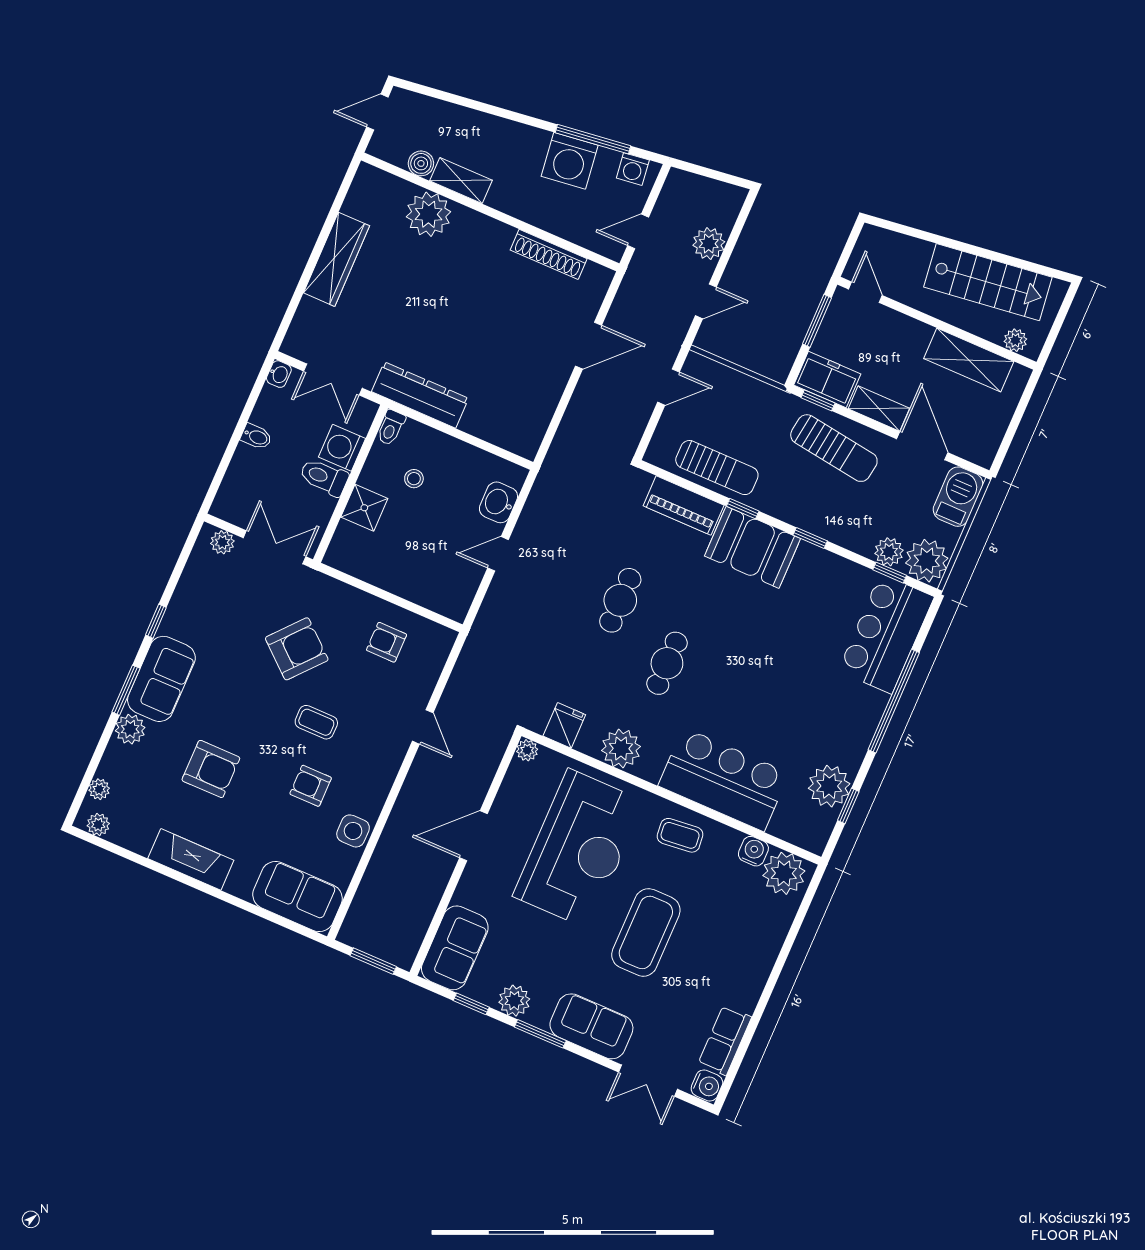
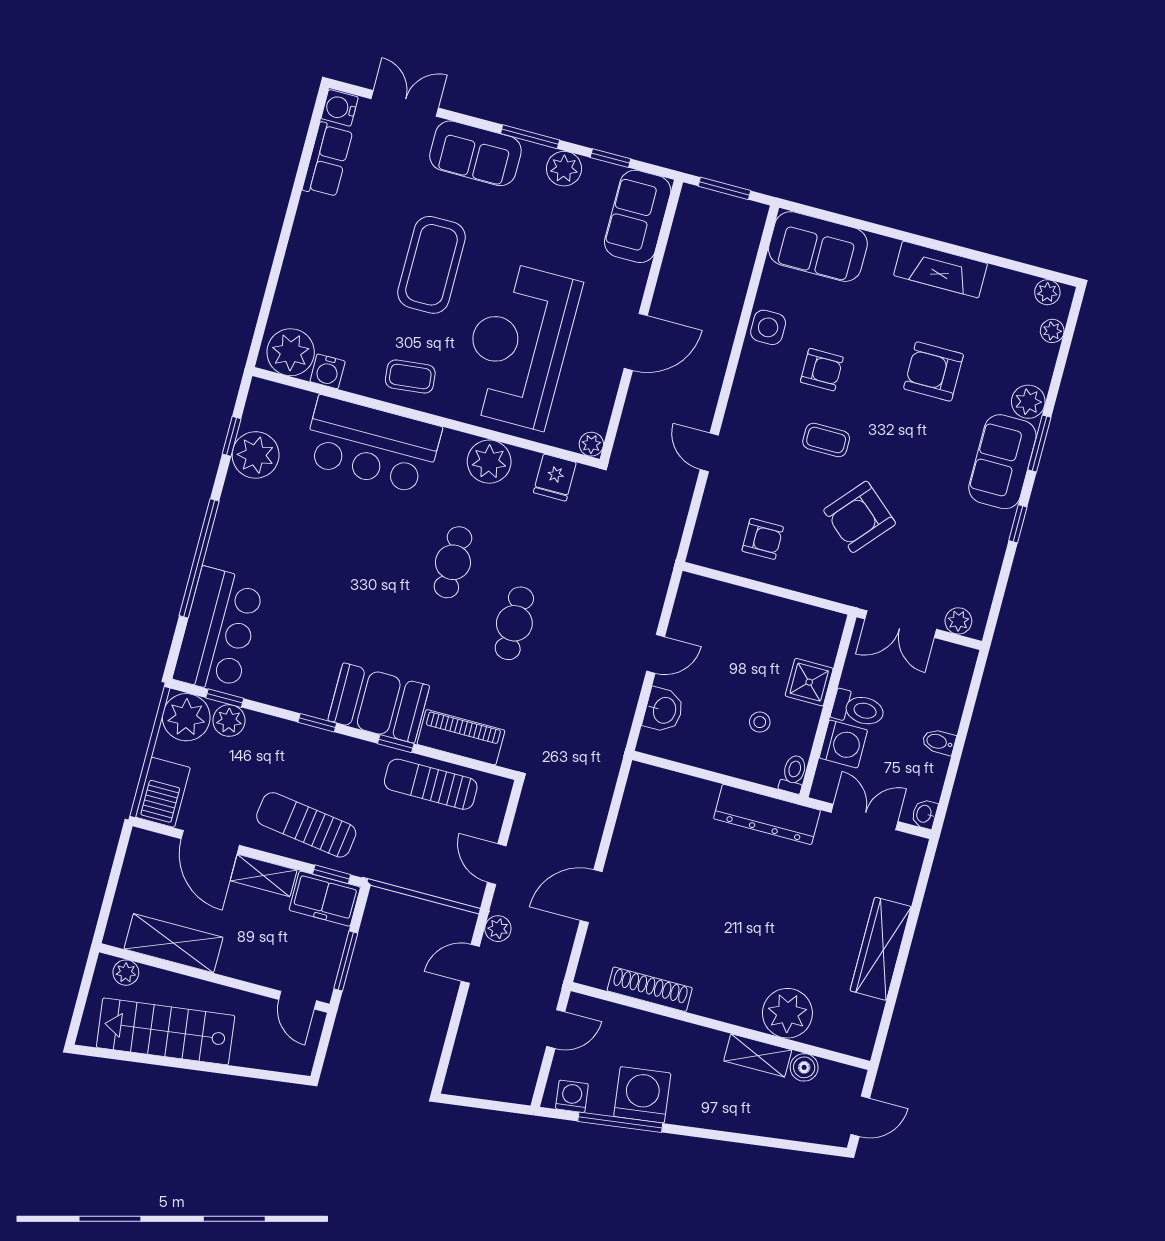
plant: (709, 244) -> (498, 929), moved, width x0.73, depth x0.73
door: (669, 387) -> (497, 864), hinge flipped

